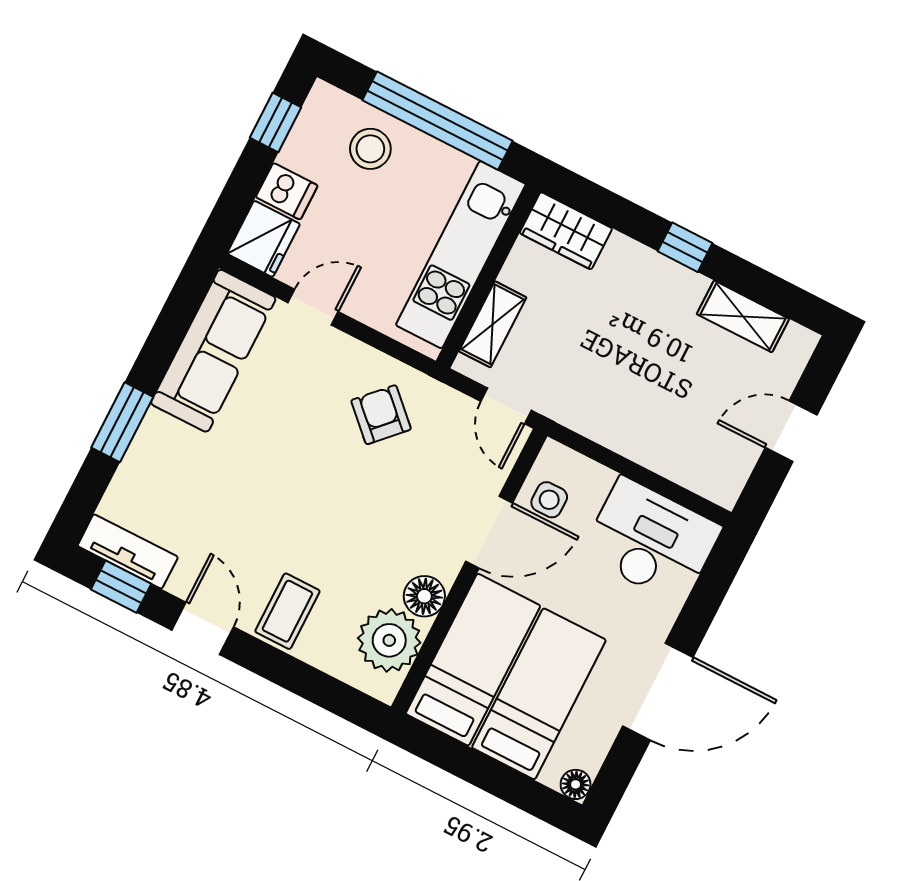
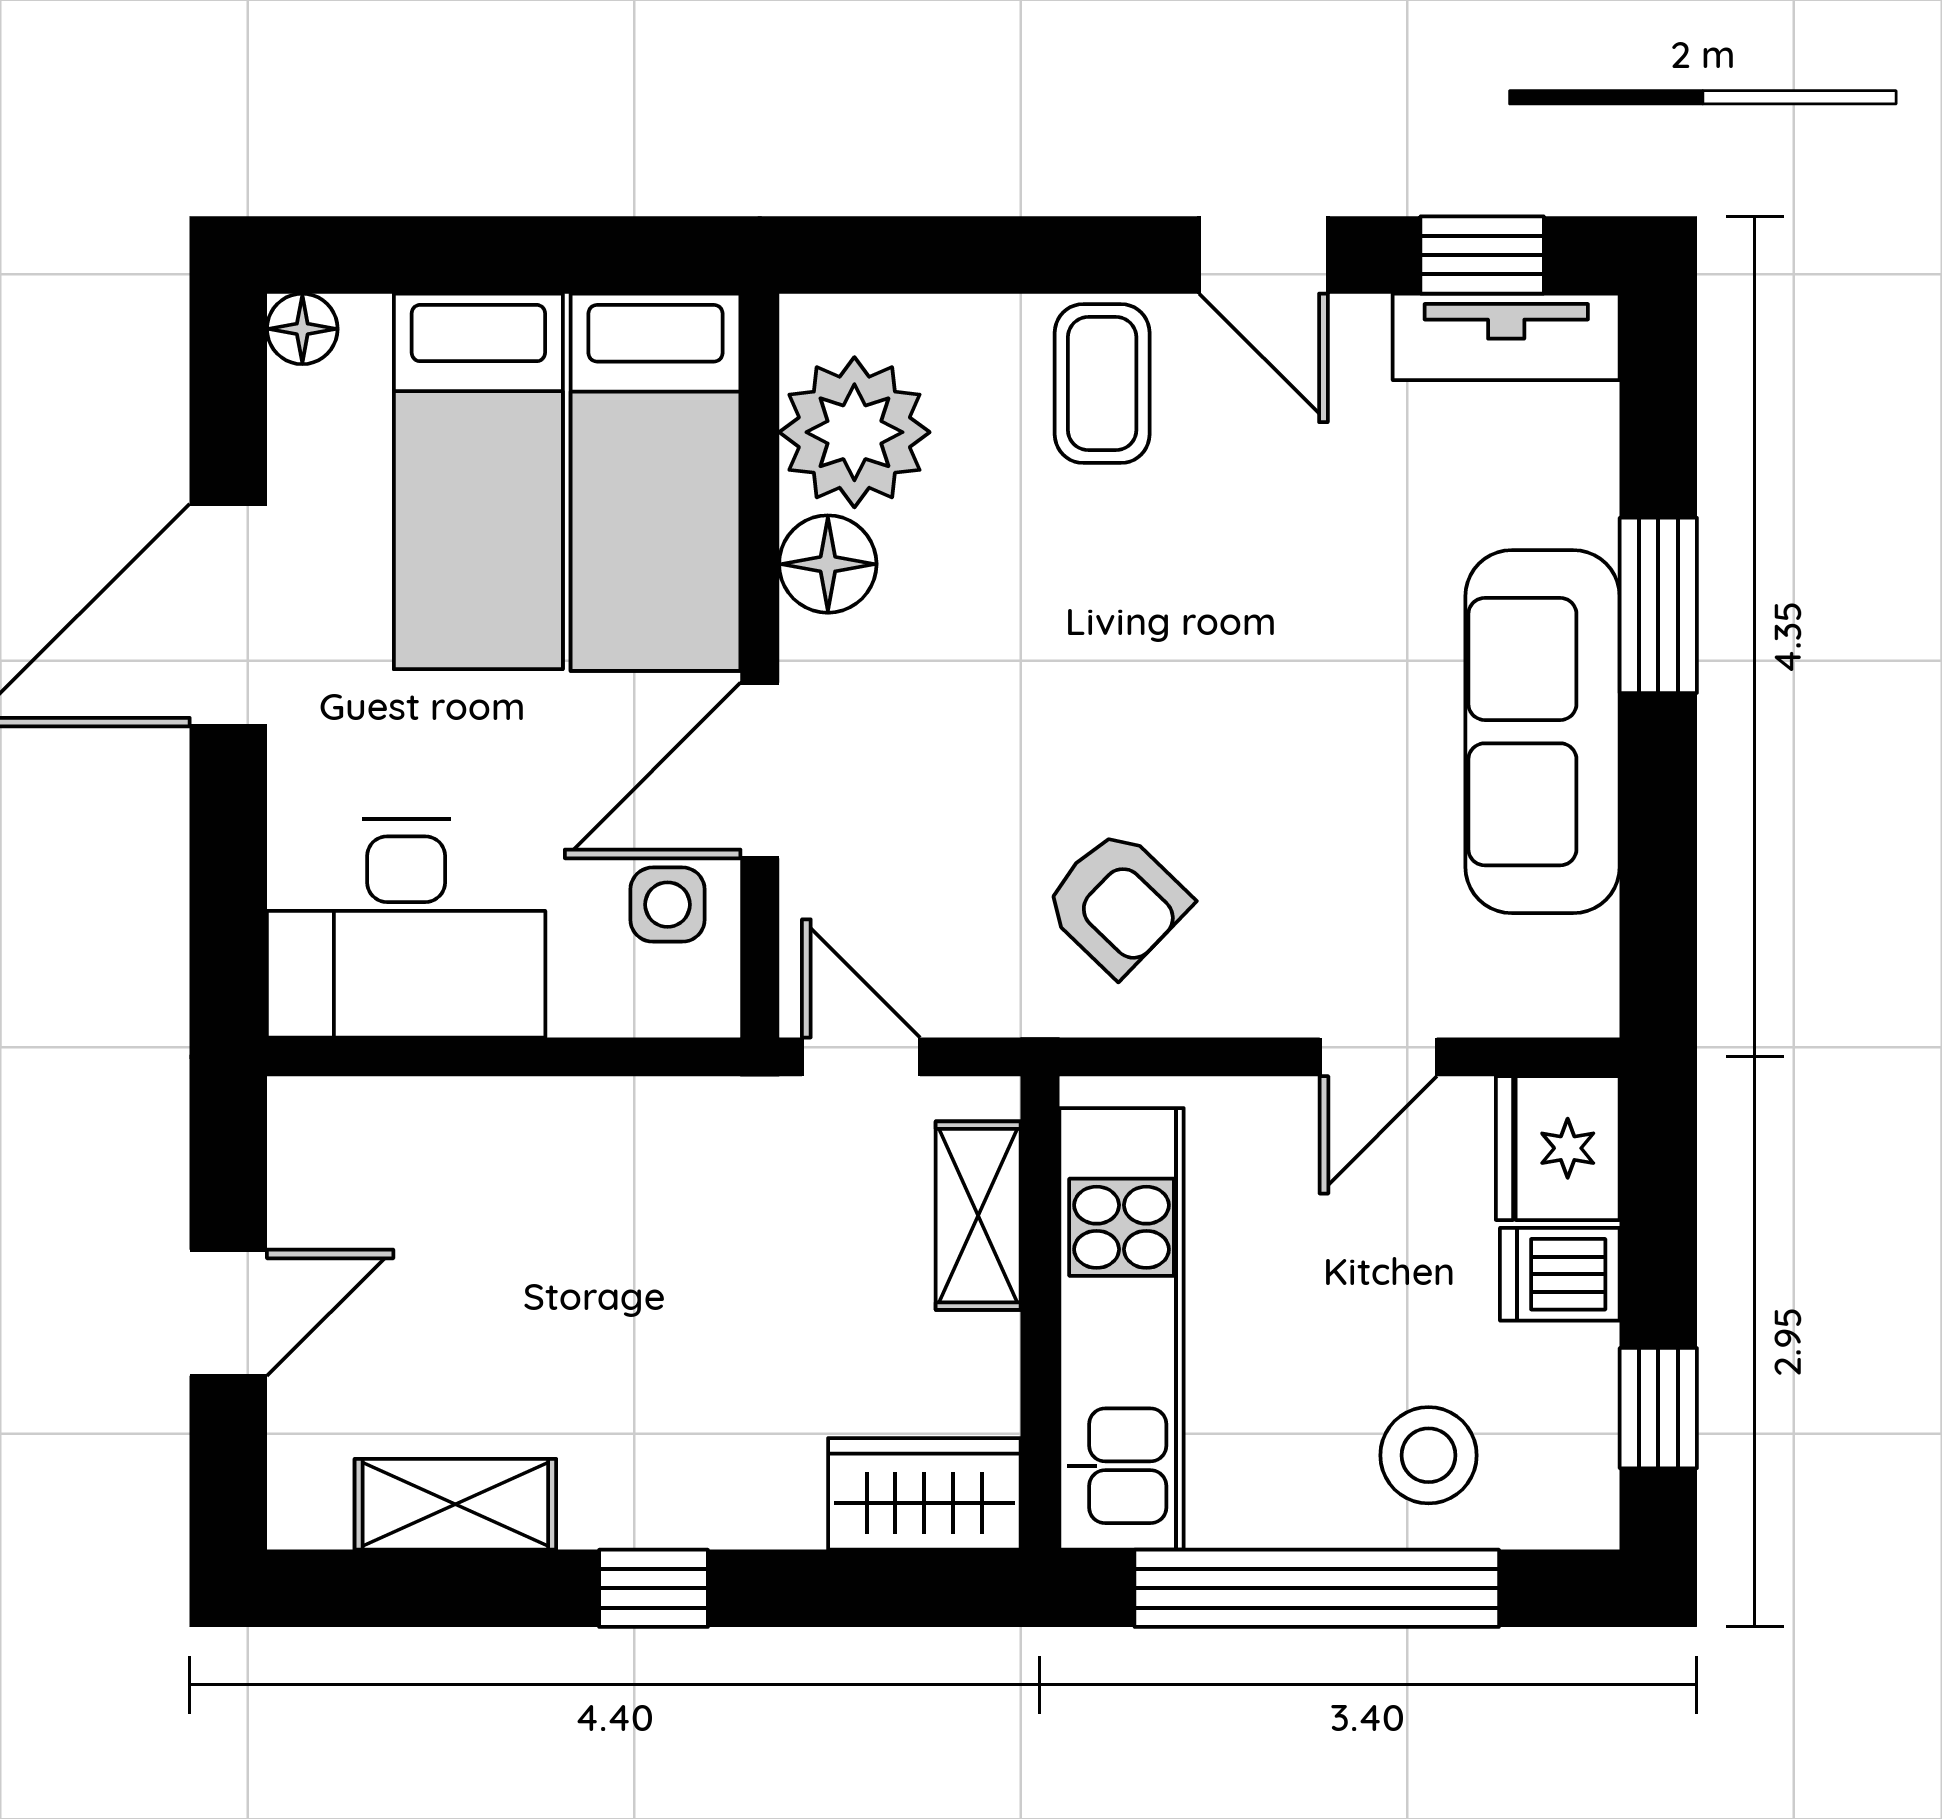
sofa: (213, 351) -> (1543, 732), moved

